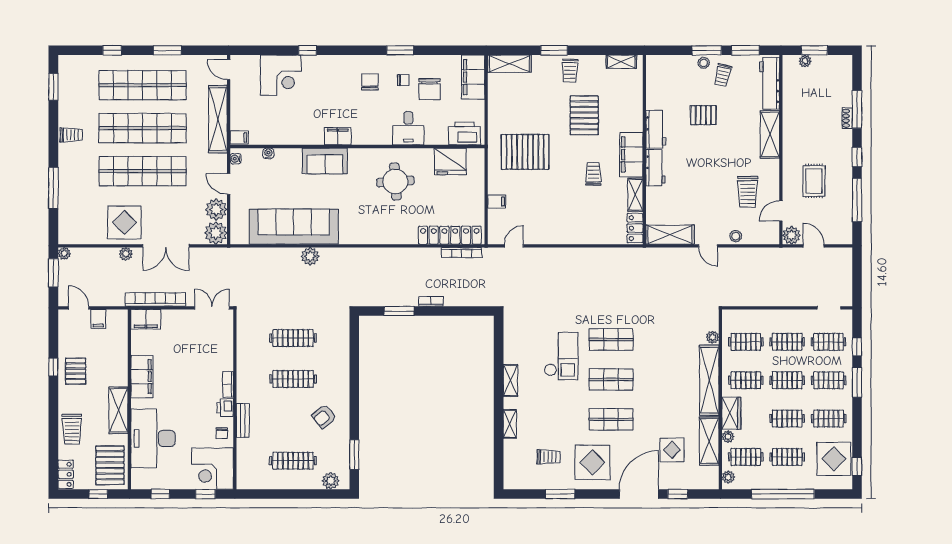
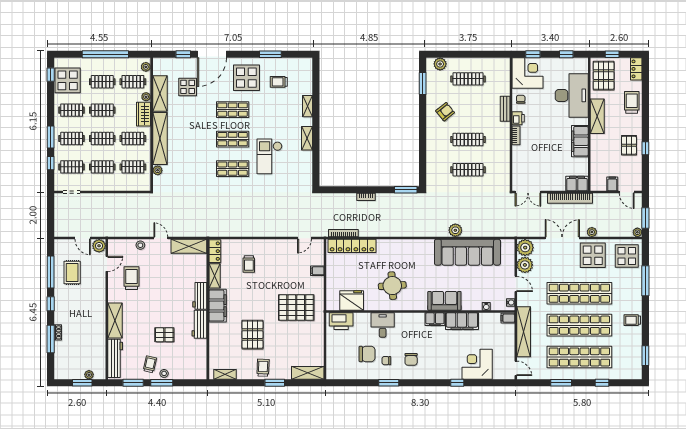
filing cabinet: (473, 77) -> (462, 321), moved, turned 90
chair: (429, 89) -> (367, 354), turned 90
trolley: (593, 174) -> (249, 264), moved
rug: (814, 181) -> (72, 272), moved
display table: (78, 222) -> (627, 256), added
window: (399, 311) -> (406, 190), moved

